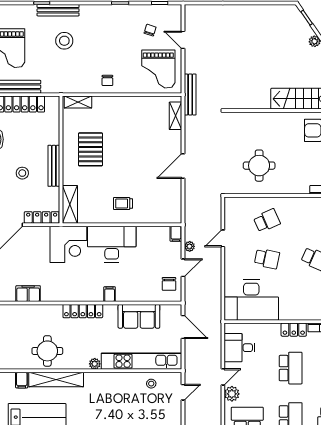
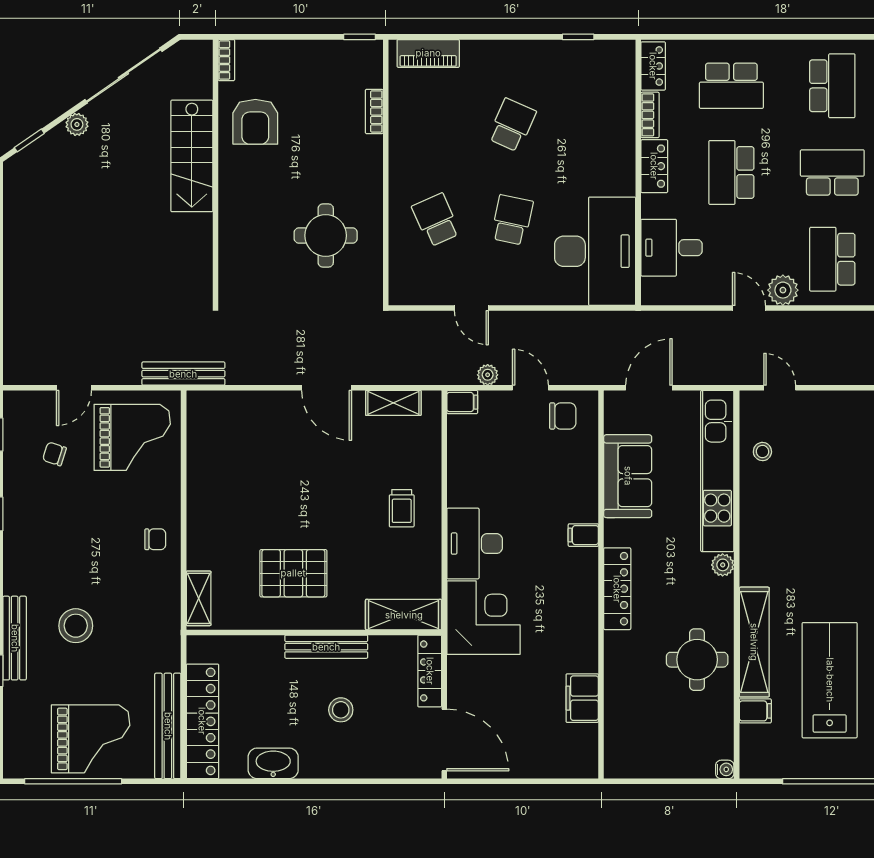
shelving: (175, 116) -> (393, 403), moved
desk: (112, 244) -> (475, 544), width x0.73, depth x0.77
desk: (239, 348) -> (672, 248), moved, turned 90
school desk: (291, 368) -> (731, 172), turned -90

